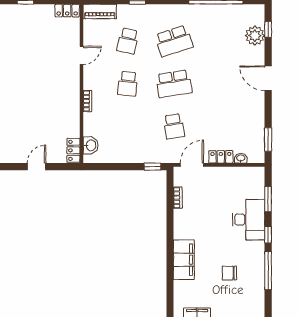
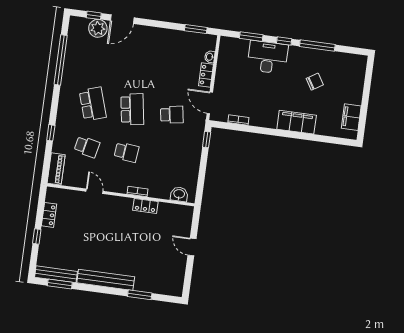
locker: (67, 11) -> (49, 215), moved
door: (268, 78) -> (122, 19), moved
locker: (73, 150) -> (145, 206), moved
chair: (229, 273) -> (315, 82), turned -122

